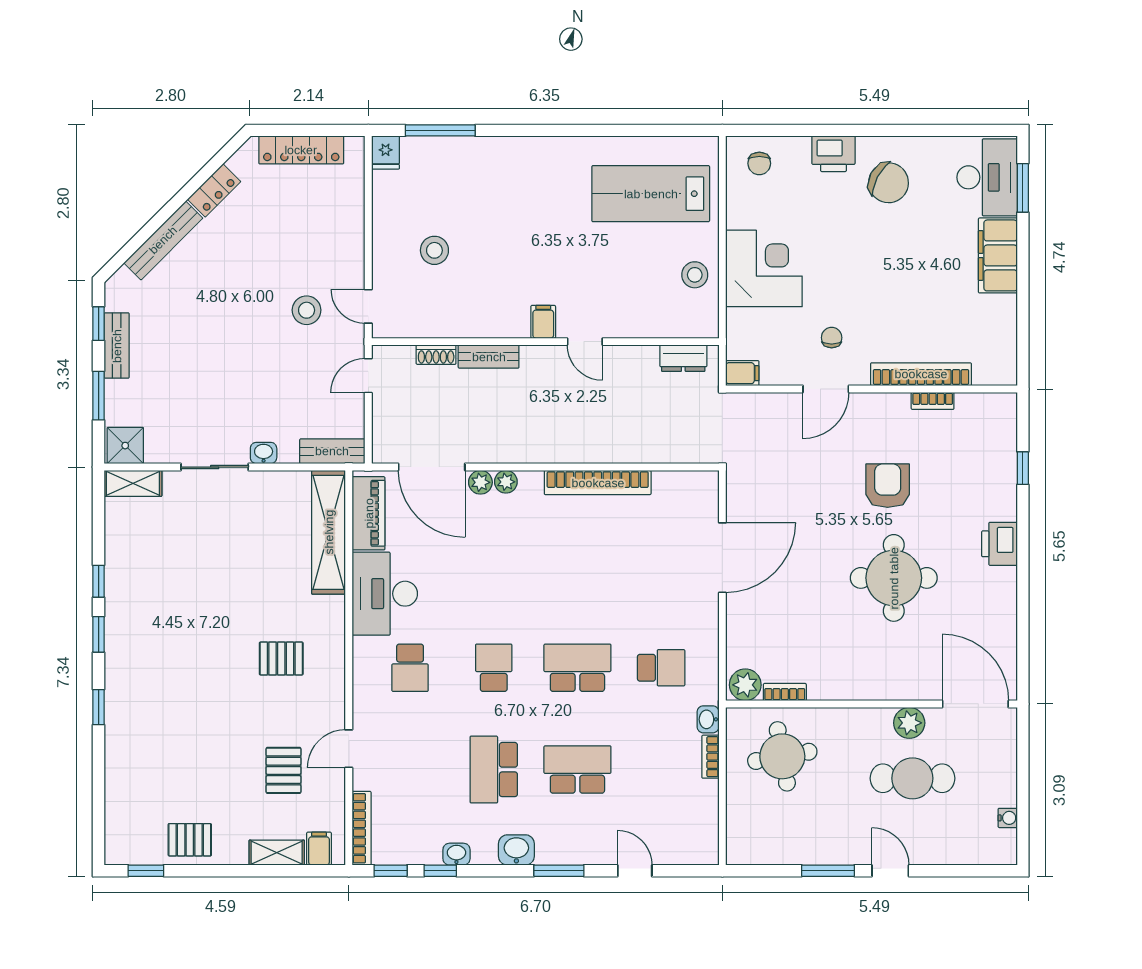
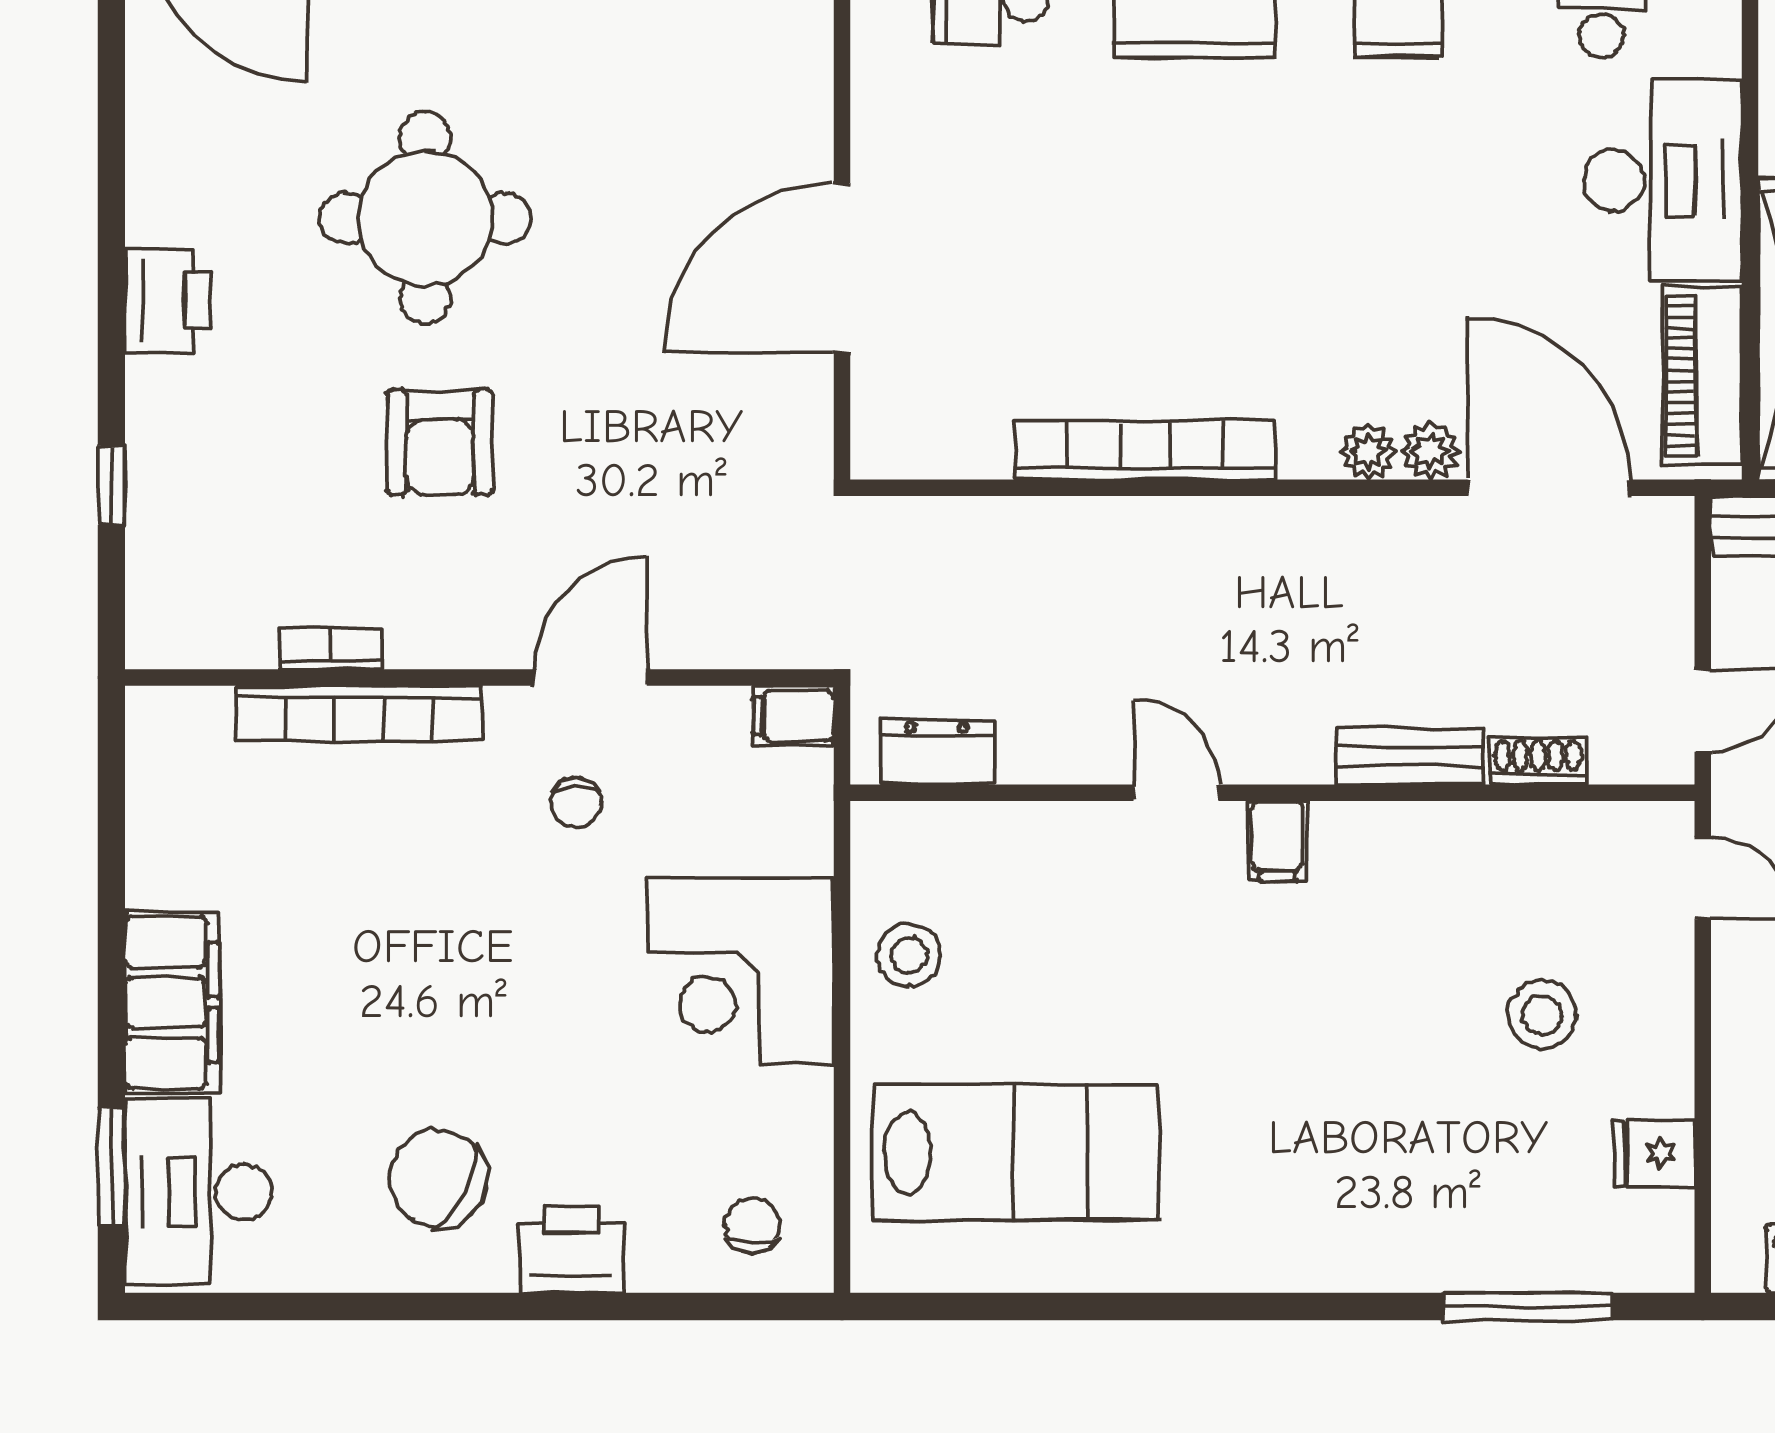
fridge: (386, 152) -> (1654, 1154), moved, turned -90

